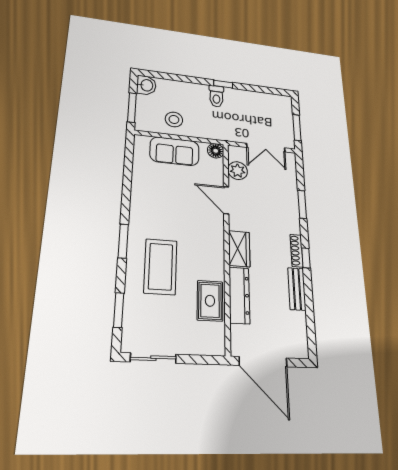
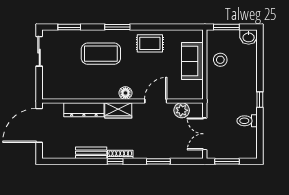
toilet: (216, 96) -> (247, 121), moved
floor lamp: (216, 151) -> (125, 93), moved
rug: (210, 301) -> (150, 43), moved

